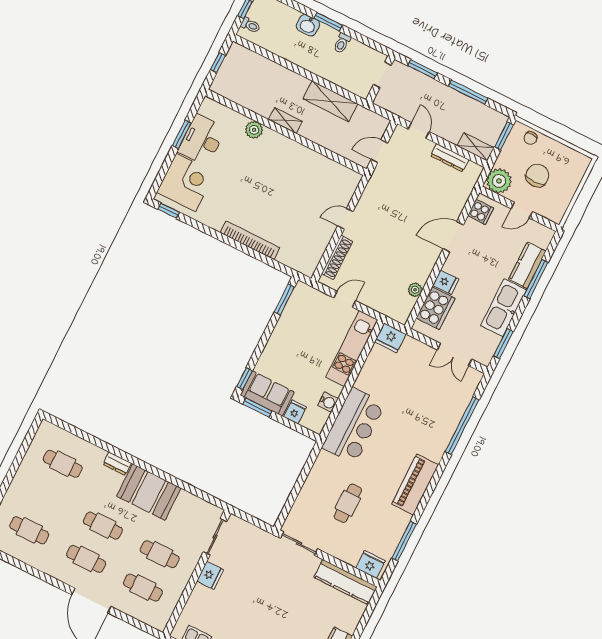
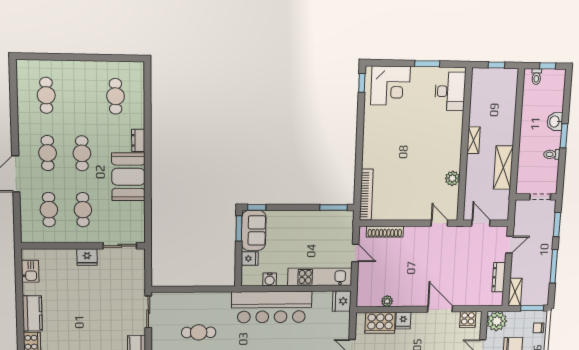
plant: (254, 130) -> (452, 178), moved
desk: (202, 140) -> (450, 91), moved, turned 90
door: (345, 219) -> (439, 223), moved
bookcase: (250, 240) -> (366, 195), moved
bar counter: (354, 426) -> (272, 307), width x1.36

